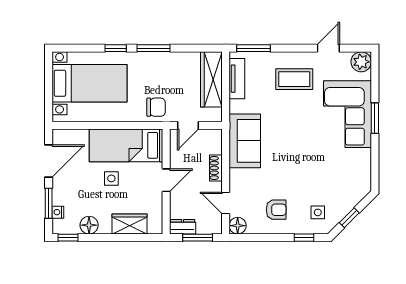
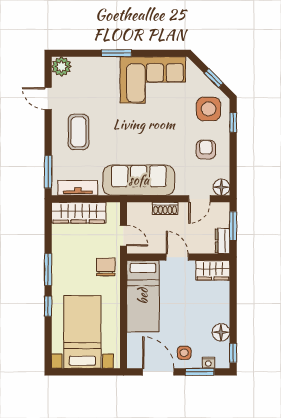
corner sofa: (347, 114) -> (153, 80), moved
sofa: (245, 141) -> (139, 180), width x1.36
side table: (111, 178) -> (184, 353), moved
side table: (318, 212) -> (209, 109), width x1.87, depth x1.87
wardrobe: (129, 224) -> (213, 270), moved, turned -90

